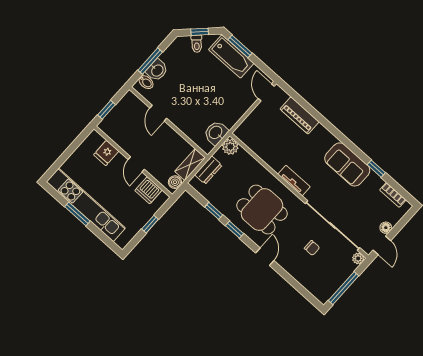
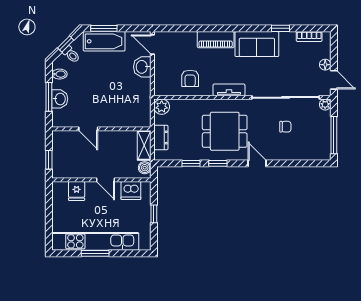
bidet: (146, 82) -> (59, 74), moved
piano: (300, 115) -> (216, 40), moved
washbasin: (216, 133) -> (142, 67), moved
armchair: (272, 145) -> (190, 78), added

